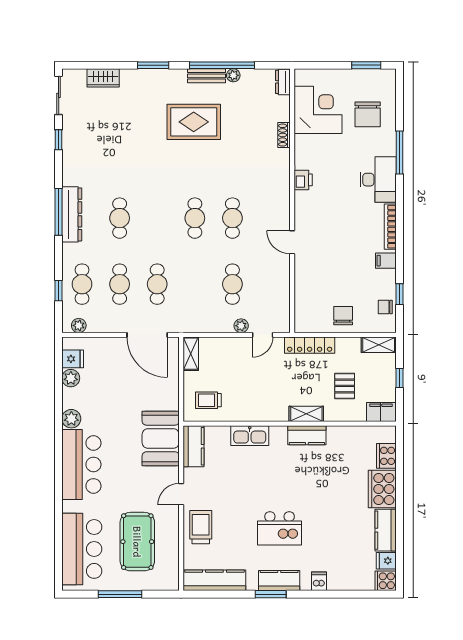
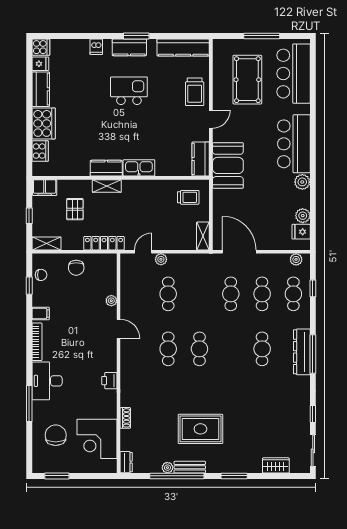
plant: (301, 276) -> (111, 301), added
kitchen sink: (250, 436) -> (139, 168), moved

